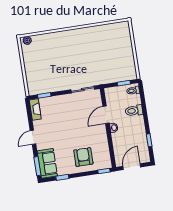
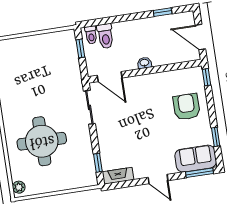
round table: (59, 56) -> (42, 141), added
toilet: (134, 111) -> (105, 36), moved
door: (106, 115) -> (110, 77), moved
armchair: (83, 157) -> (187, 107), turned 90

